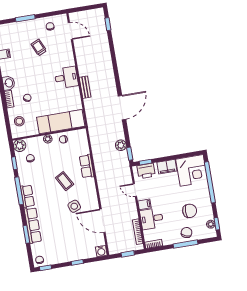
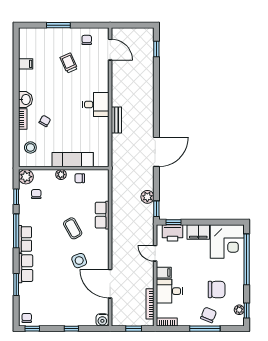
exam couch: (61, 122) -> (73, 160), width x0.73, depth x0.69
row of seats: (33, 225) -> (26, 268), width x0.68

